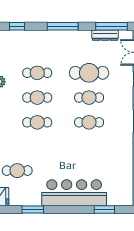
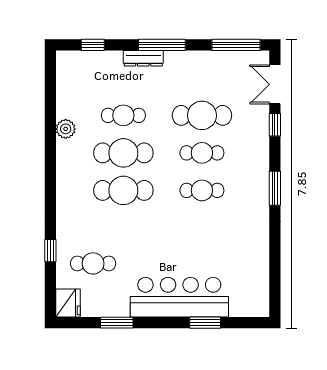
dresser: (105, 35) -> (143, 58), moved
cafe table: (37, 98) -> (123, 153), width x1.37, depth x1.35
cafe table: (37, 122) -> (123, 190), width x1.37, depth x1.35
window: (104, 210) -> (205, 323), moved

